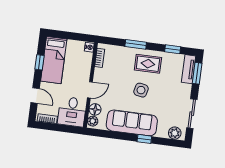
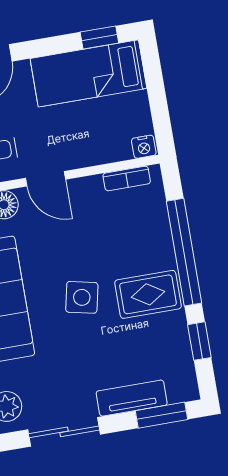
window: (136, 44) -> (184, 252), width x2.11
window: (39, 62) -> (99, 38), moved
rug: (148, 64) -> (148, 294), turned 90
tv unit: (189, 69) -> (132, 398), moved

